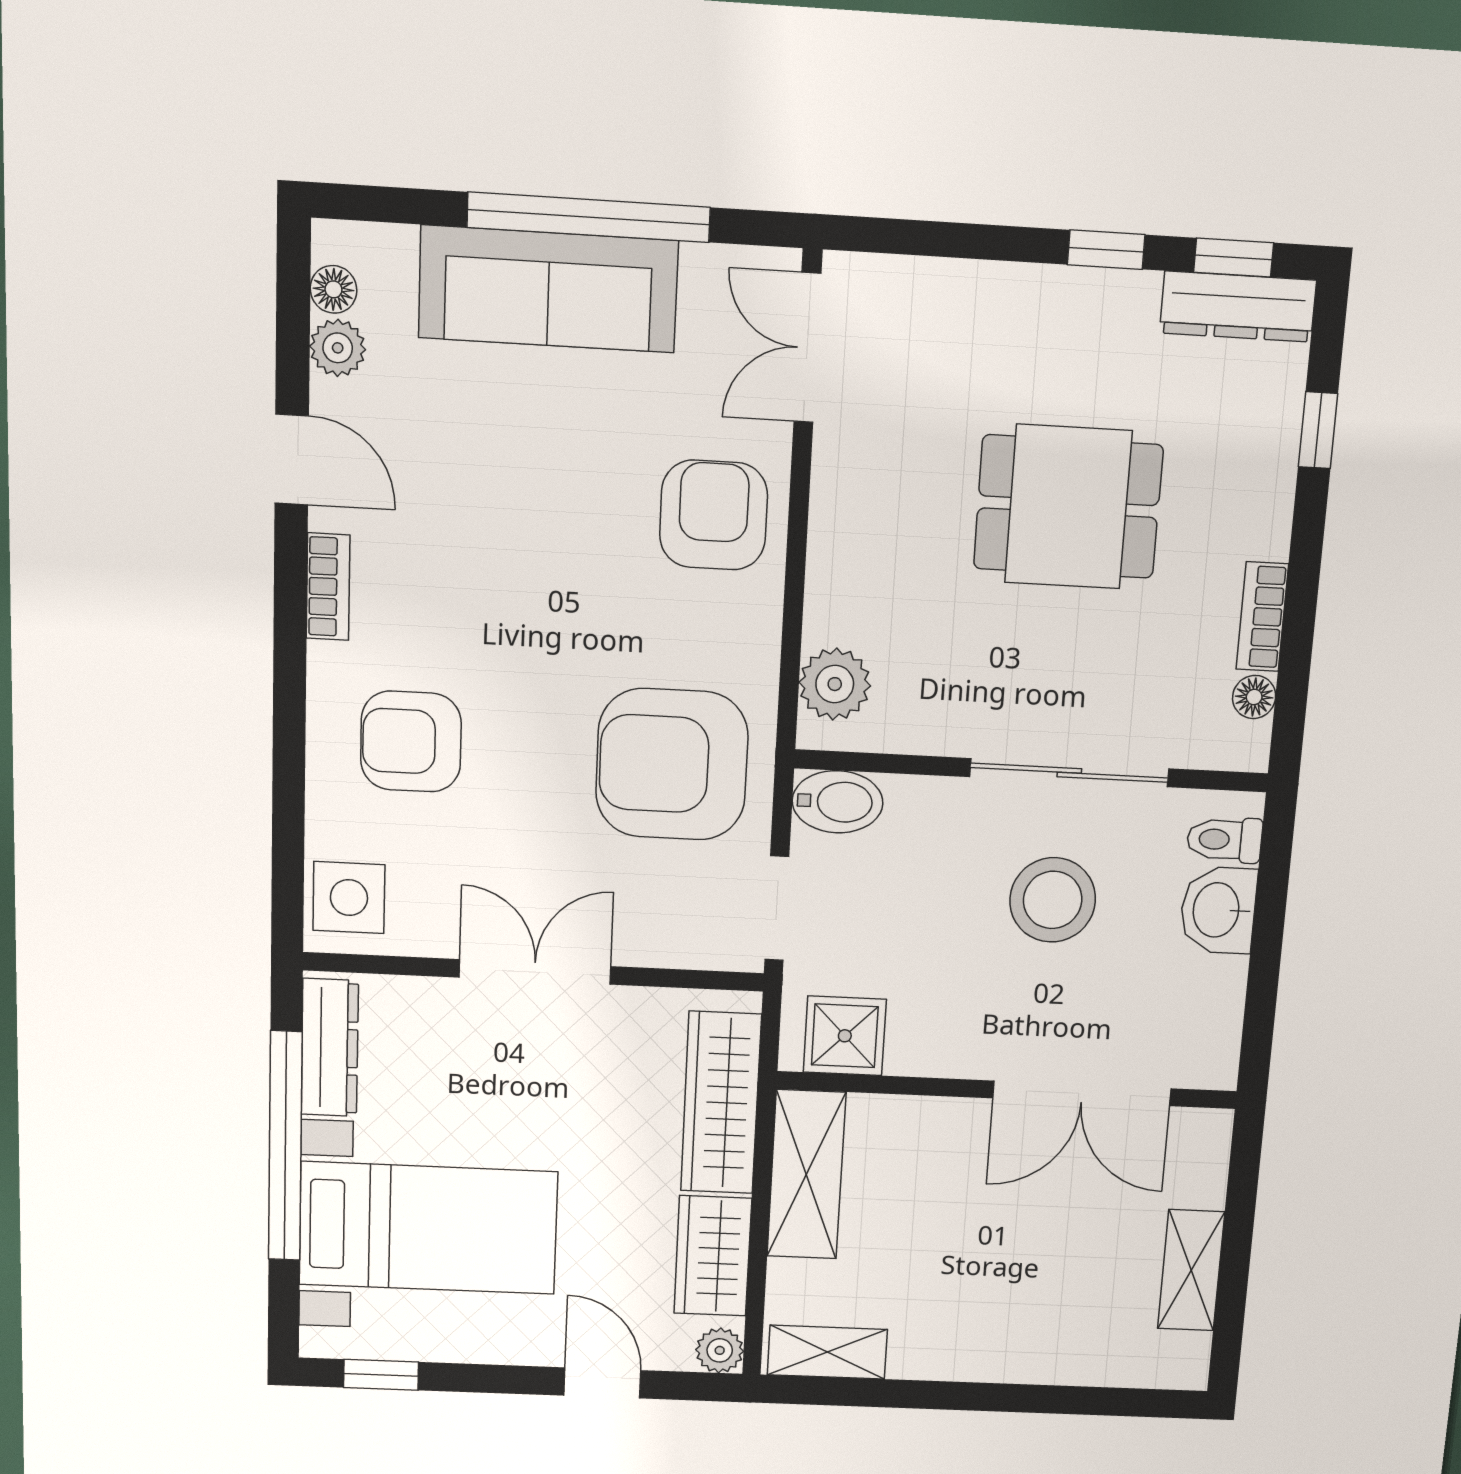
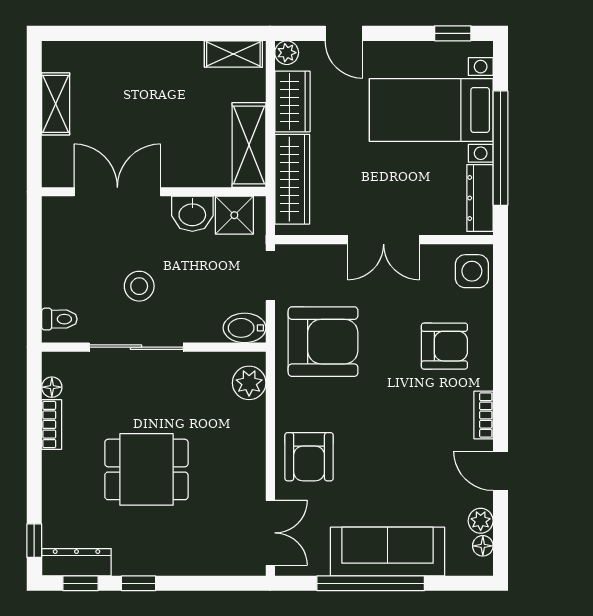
window: (1318, 430) -> (34, 541), moved
stool: (1053, 900) -> (139, 286), width x0.73, depth x0.73
washbasin: (1218, 910) -> (192, 214), moved, turned 90

